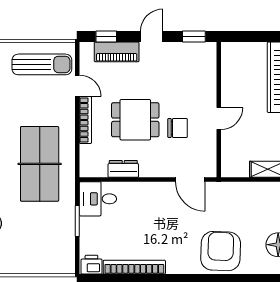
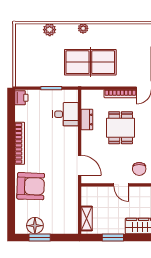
chair: (178, 128) -> (139, 169), moved
door: (190, 180) -> (80, 165), swing flipped
desk: (98, 199) -> (65, 114), moved, turned 90
bookcase: (134, 267) -> (20, 143), moved

